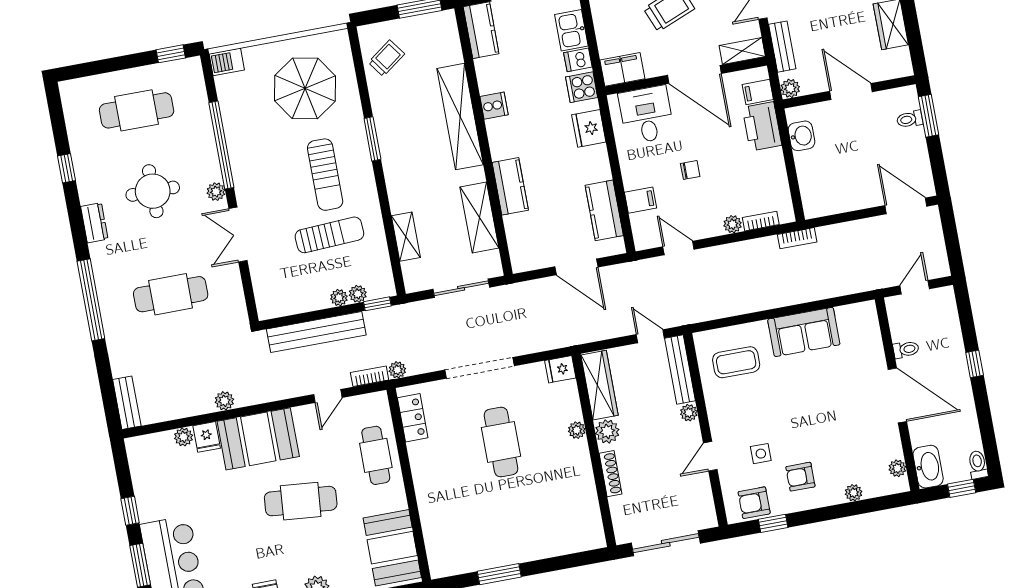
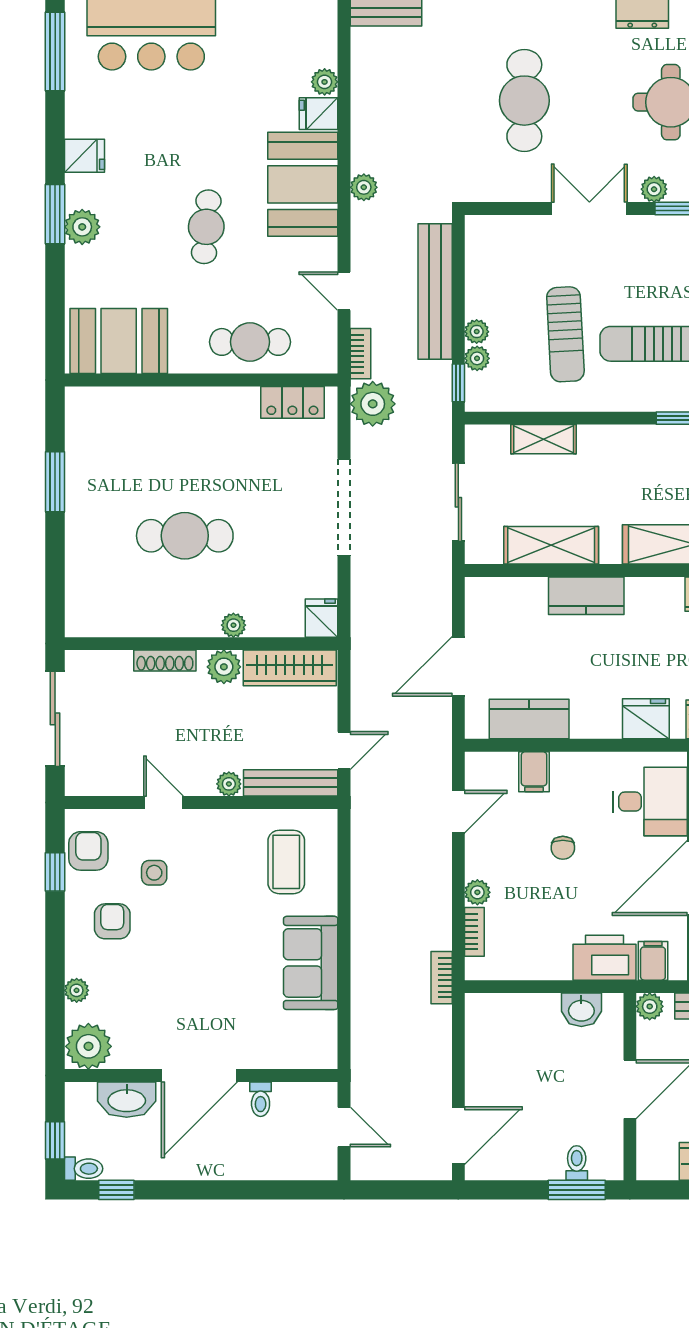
window: (975, 364) -> (116, 1190), moved
plant: (397, 370) -> (373, 404), width x1.88, depth x1.88
plant: (224, 401) -> (364, 187), moved
cafe table: (501, 442) -> (185, 536), moved
washbasin: (928, 467) -> (127, 1100), moved
plant: (897, 468) -> (88, 1046), width x1.88, depth x1.88
cafe table: (301, 501) -> (206, 227), width x0.73, depth x0.74

